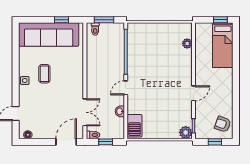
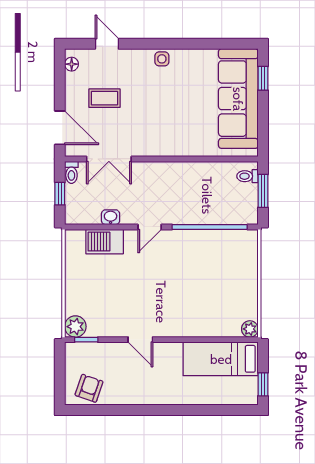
window: (61, 20) -> (263, 78), moved
plant: (187, 43) -> (250, 329), moved
bed: (223, 45) -> (221, 359), moved
coffee table: (44, 74) -> (105, 98), moved
door: (126, 88) -> (150, 227), swing flipped
barbecue: (135, 126) -> (105, 242), moved
window: (215, 142) -> (60, 375), removed

